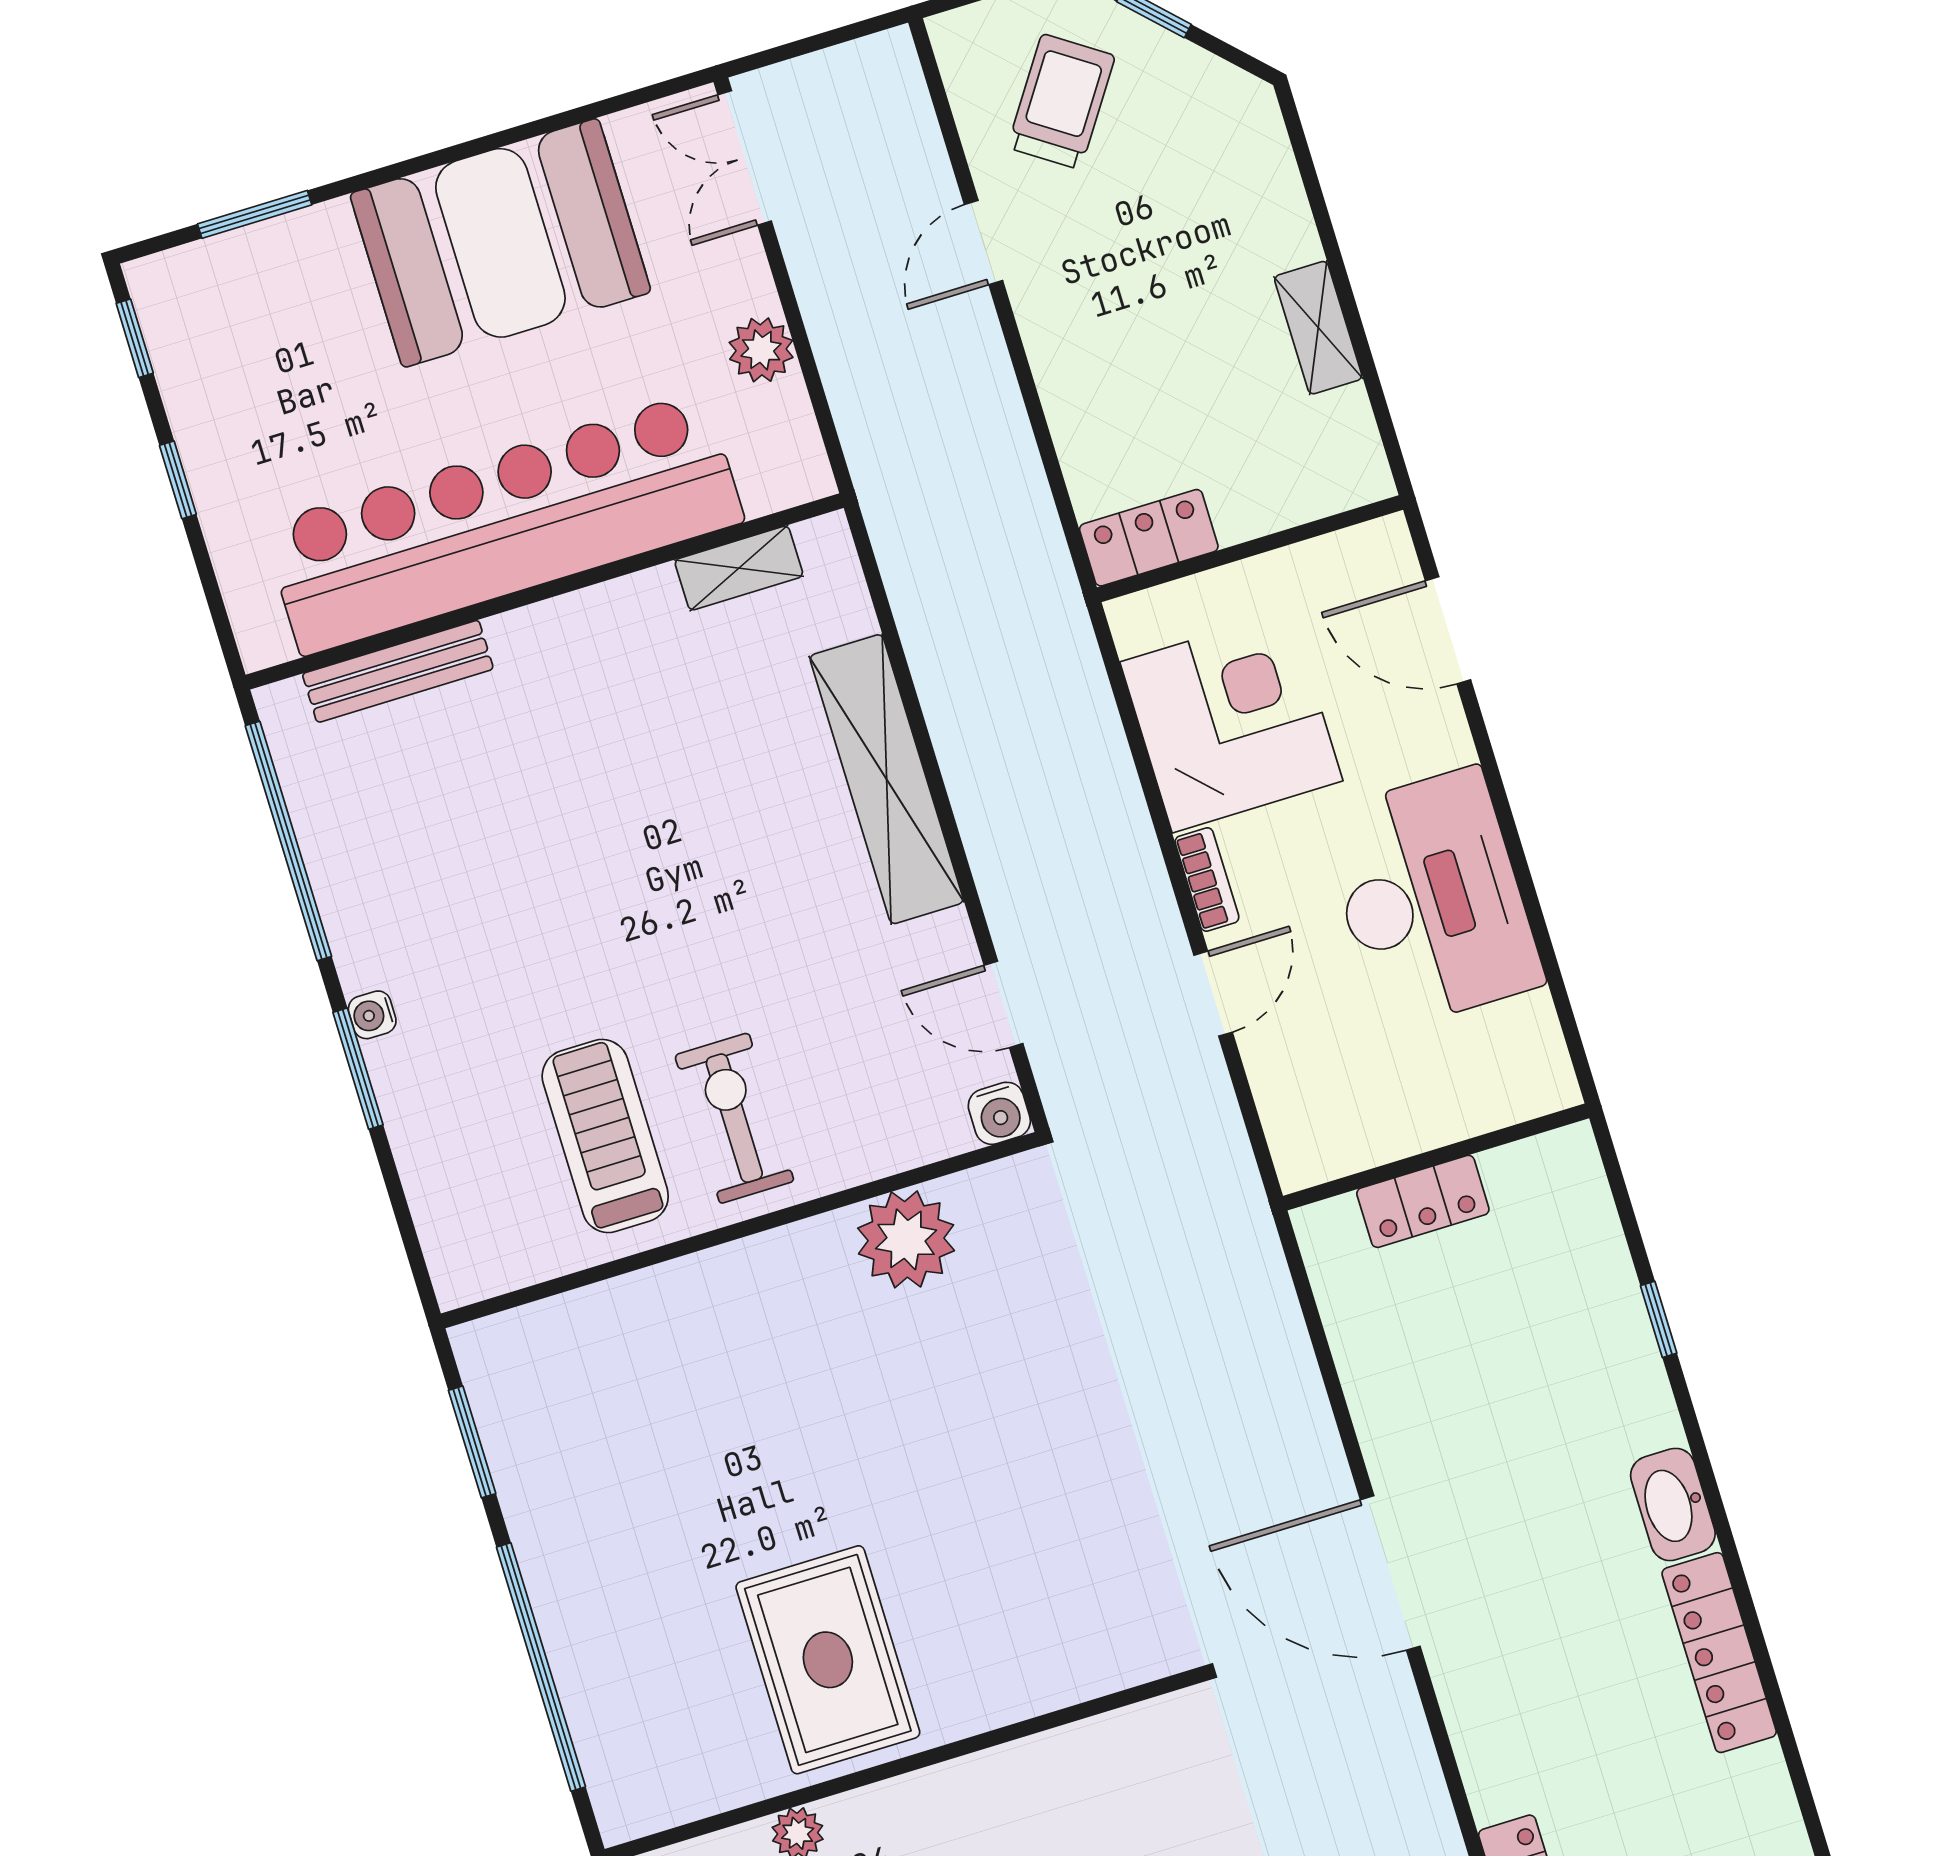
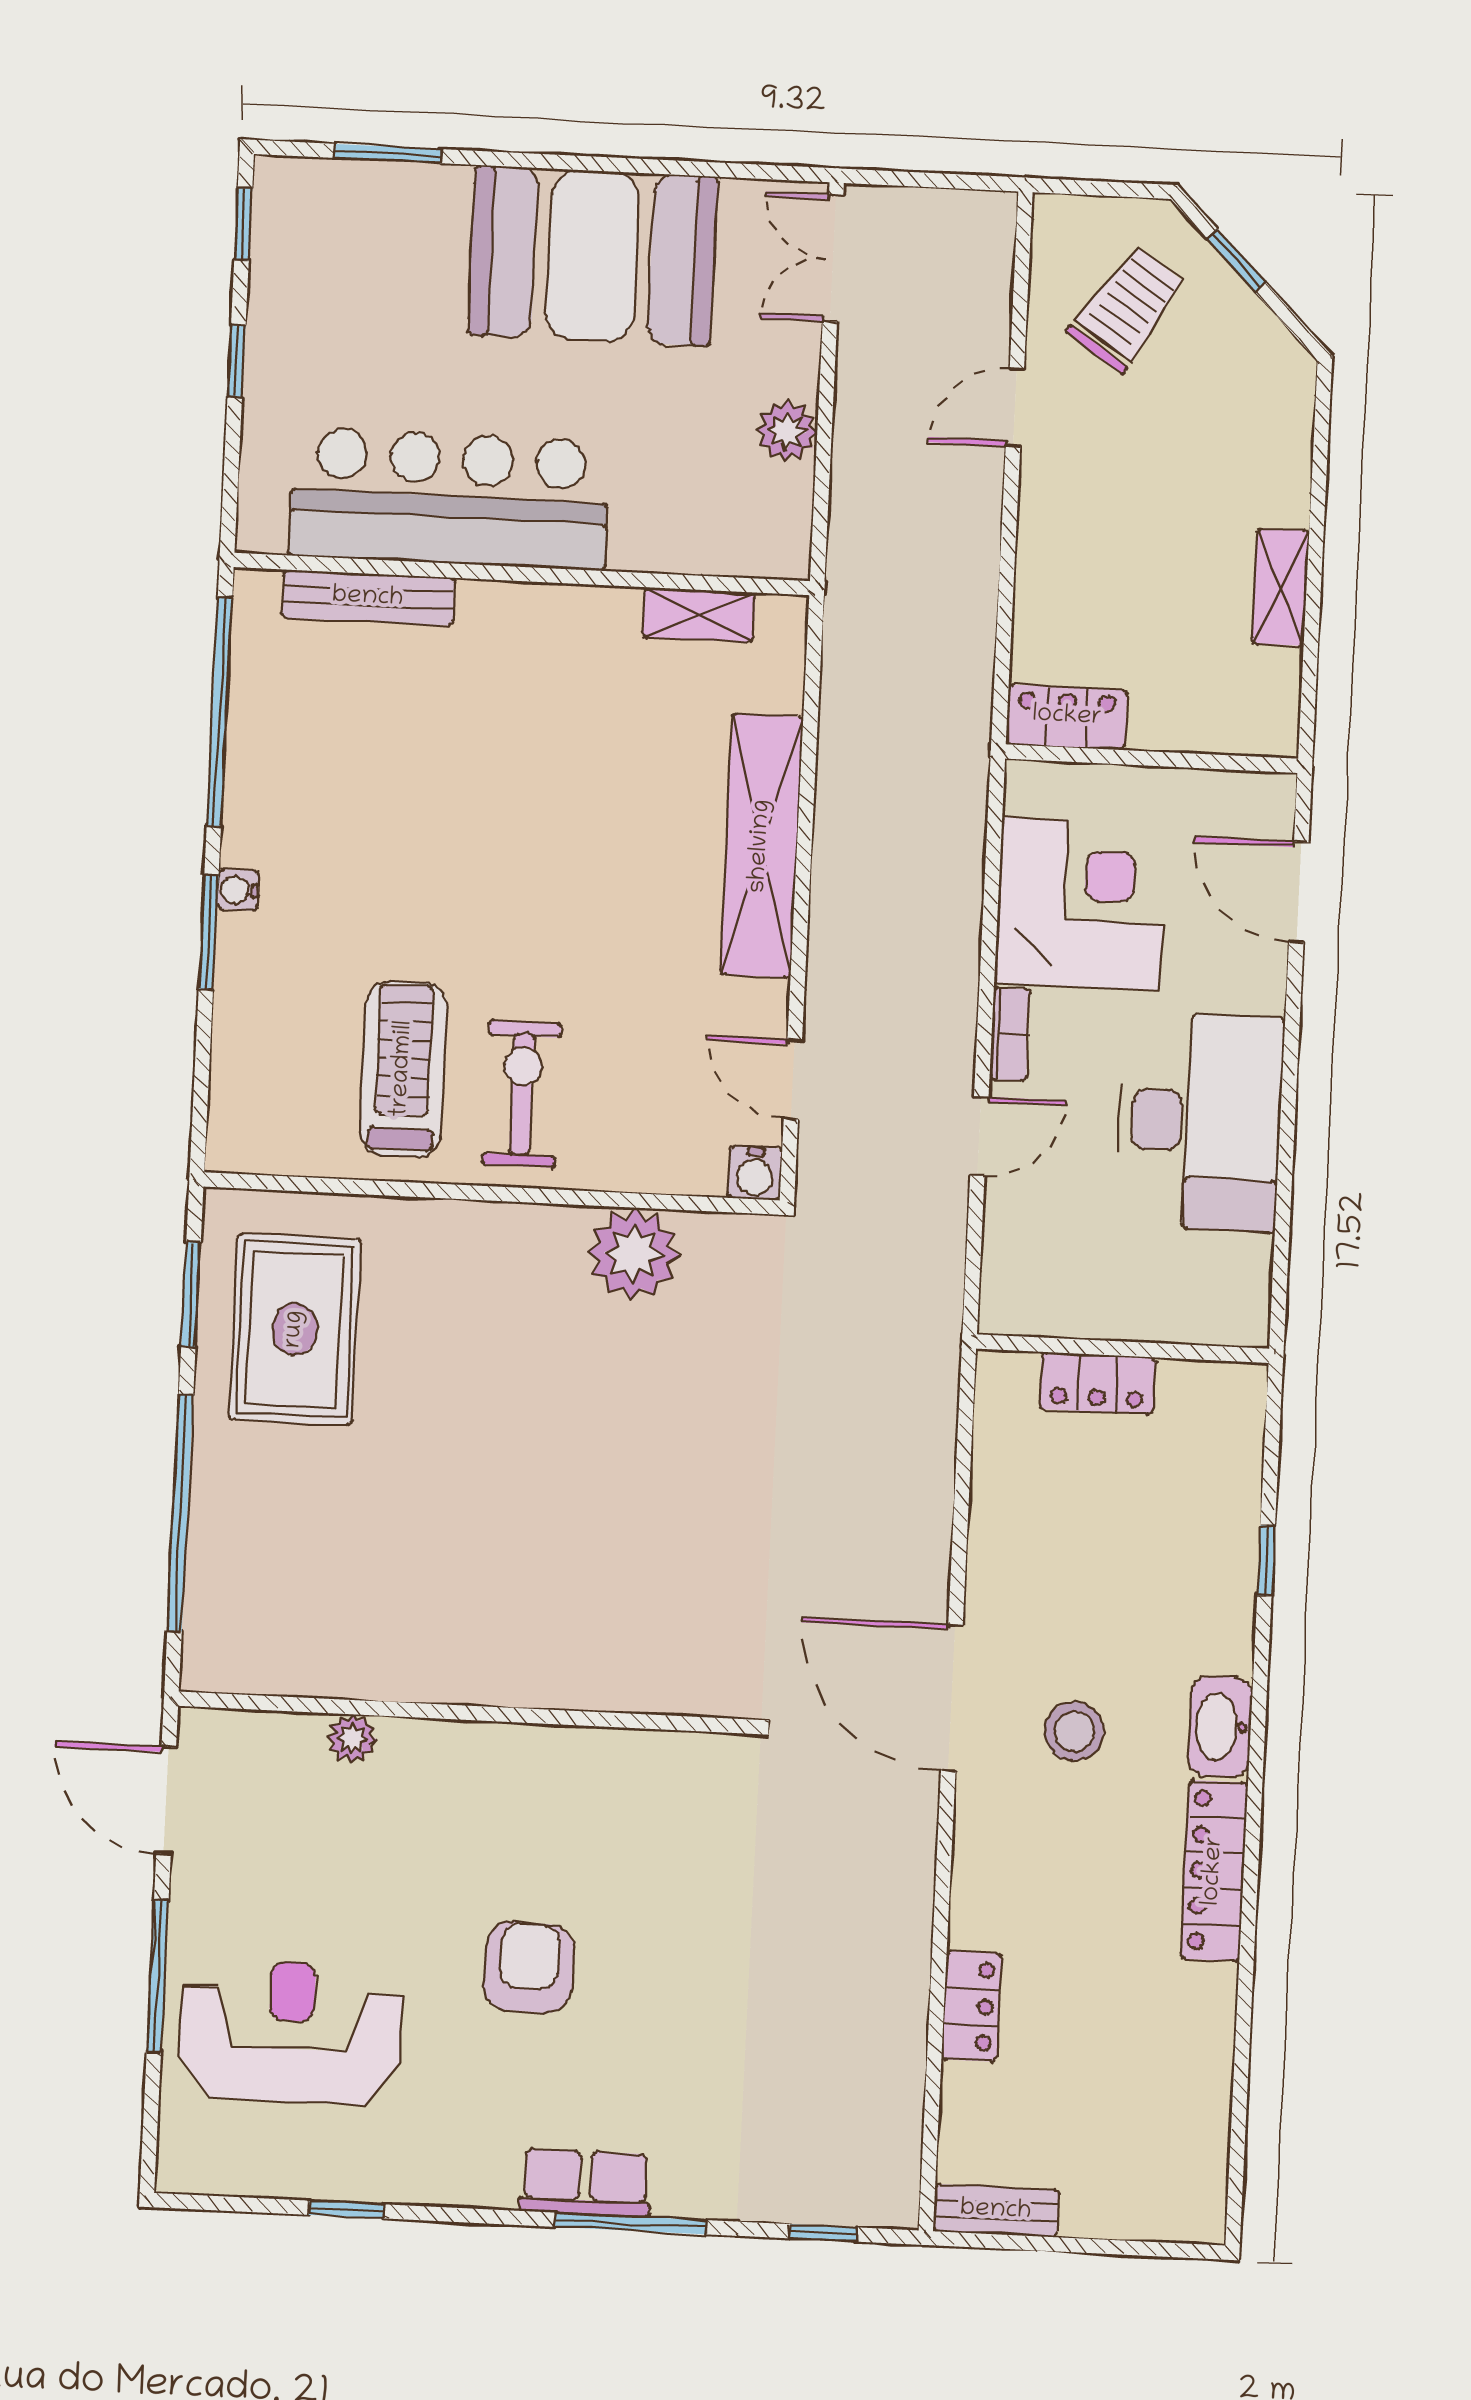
bar counter: (503, 523) -> (450, 499), width x0.73
stool: (1526, 1563) -> (1074, 1731), added
rug: (828, 1660) -> (295, 1329), moved

